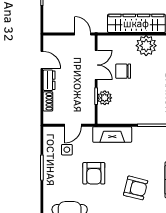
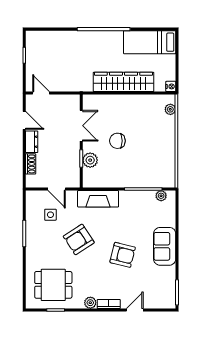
door: (83, 34) -> (41, 93), moved
plant: (146, 46) -> (134, 105), removed
chair: (123, 71) -> (117, 141), moved
door: (73, 125) -> (57, 189), hinge flipped
armchair: (94, 173) -> (79, 239), turned 57

